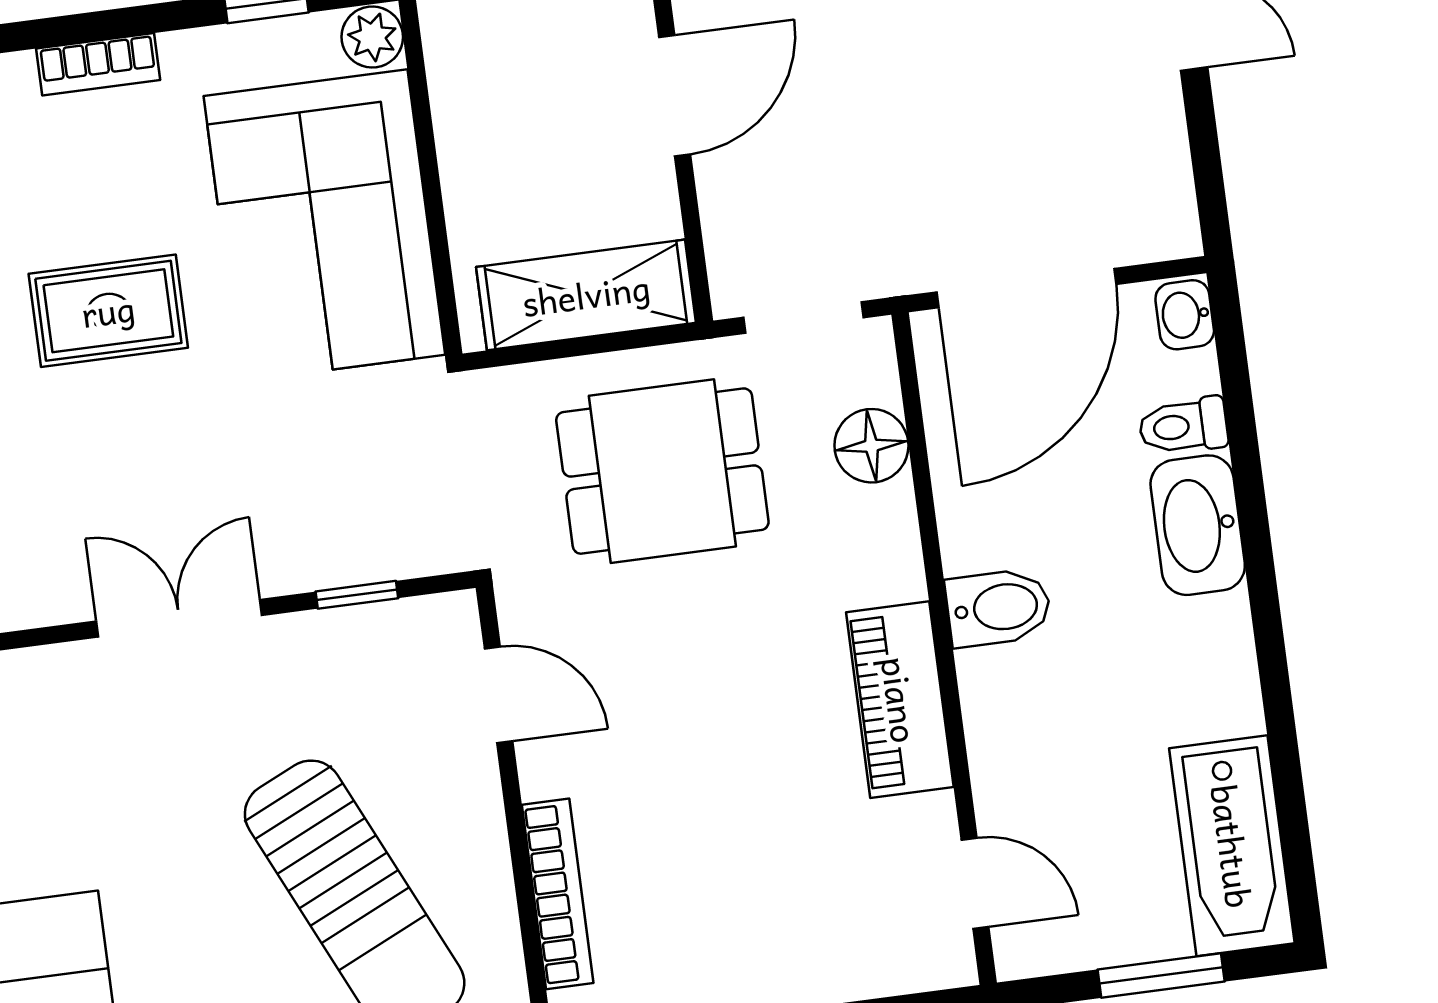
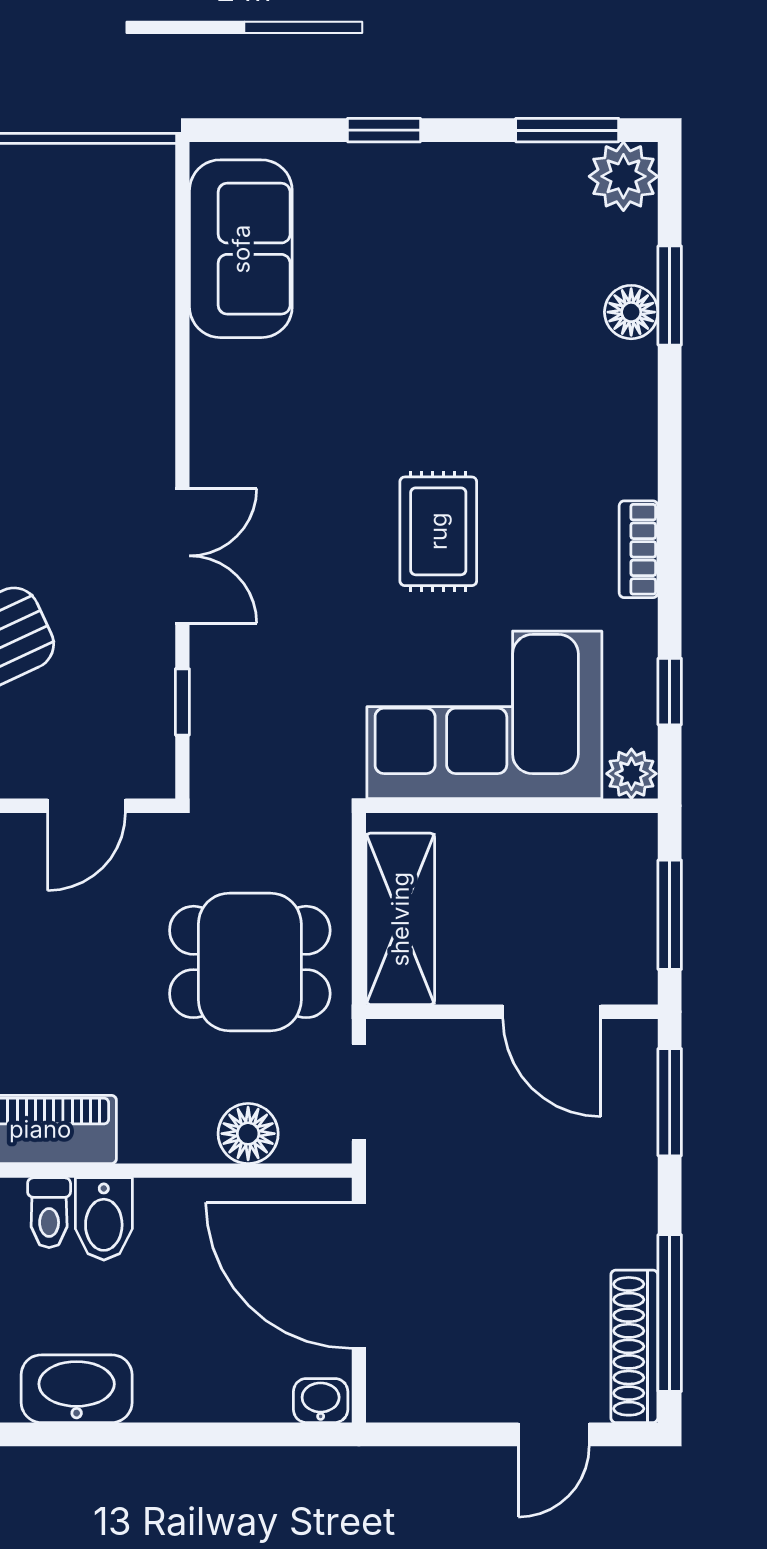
toilet: (1183, 426) -> (49, 1213), moved, turned 180
dining table: (662, 471) -> (250, 962), turned 90
washbasin: (1198, 525) -> (77, 1389), moved

